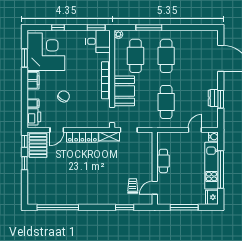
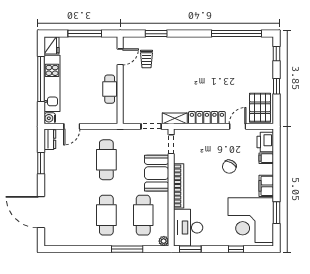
desk: (98, 41) -> (188, 228), width x1.37
dresser: (213, 98) -> (50, 139), moved
window: (24, 141) -> (276, 54), moved

